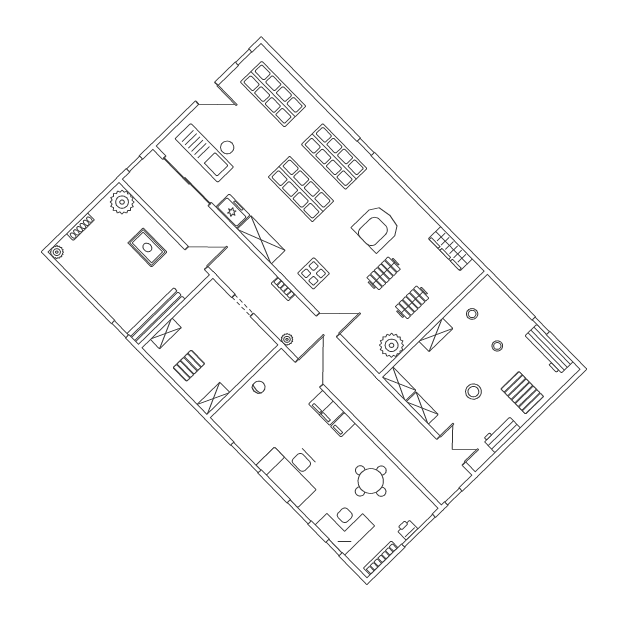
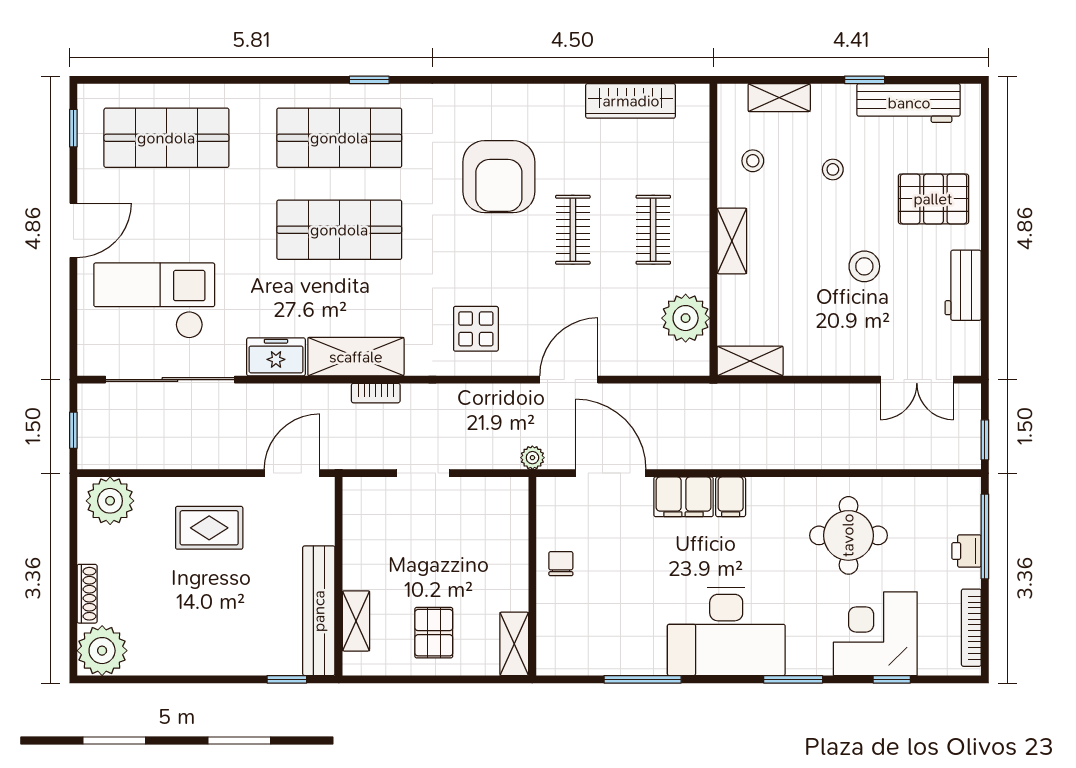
checkout: (210, 147) -> (154, 301), turned 180
plant: (57, 252) -> (102, 651), width x1.88, depth x1.88
bookcase: (283, 289) -> (376, 393), moved
shelving: (422, 408) -> (779, 98), moved
double door: (451, 451) -> (917, 380), swing flipped

